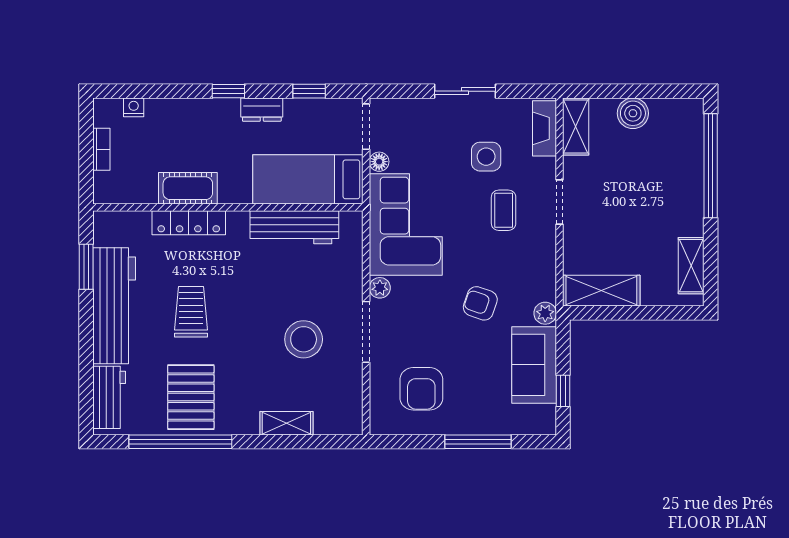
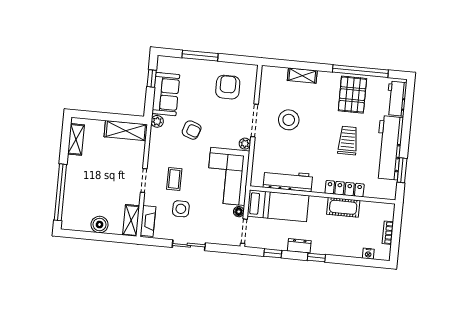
trolley: (191, 312) -> (348, 140), turned 180

